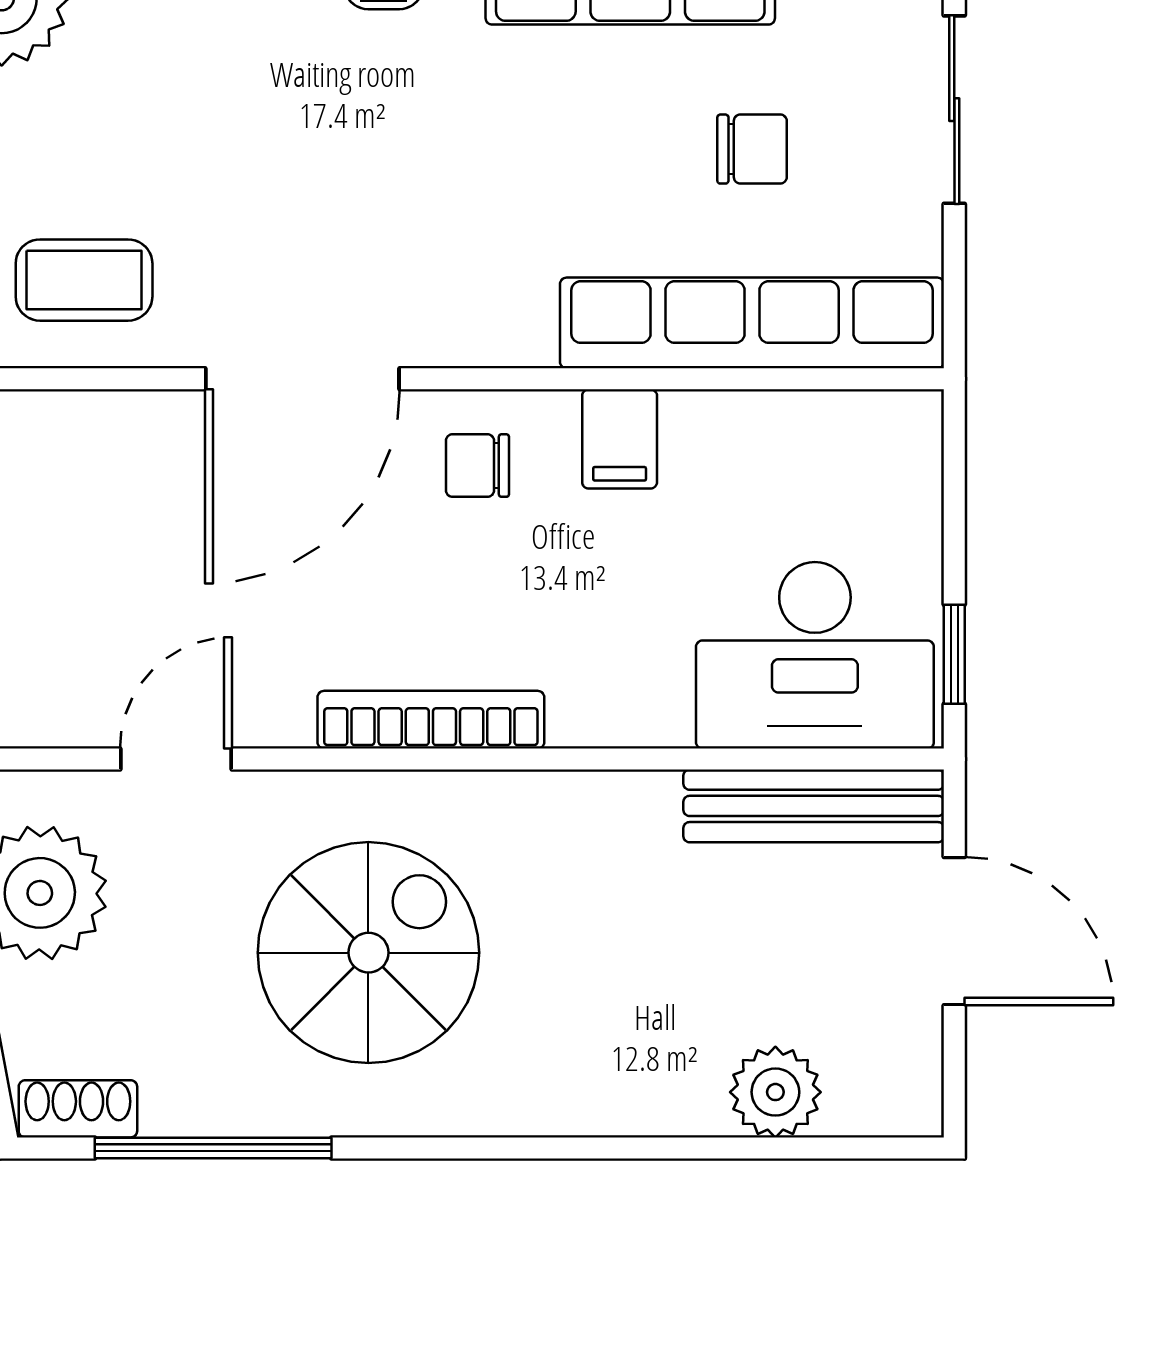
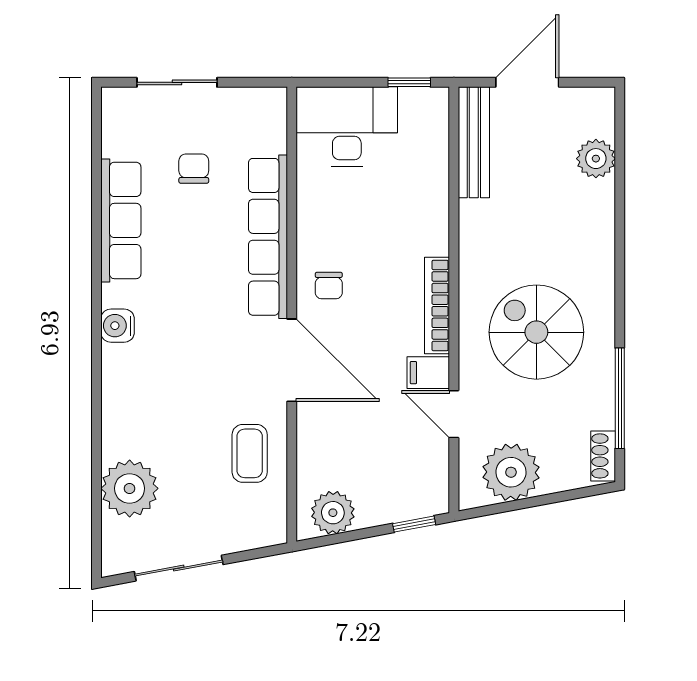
row of seats: (752, 323) -> (268, 237), moved
filing cabinet: (620, 439) -> (428, 373), moved, turned 180
desk: (815, 655) -> (347, 127), moved, turned -90

